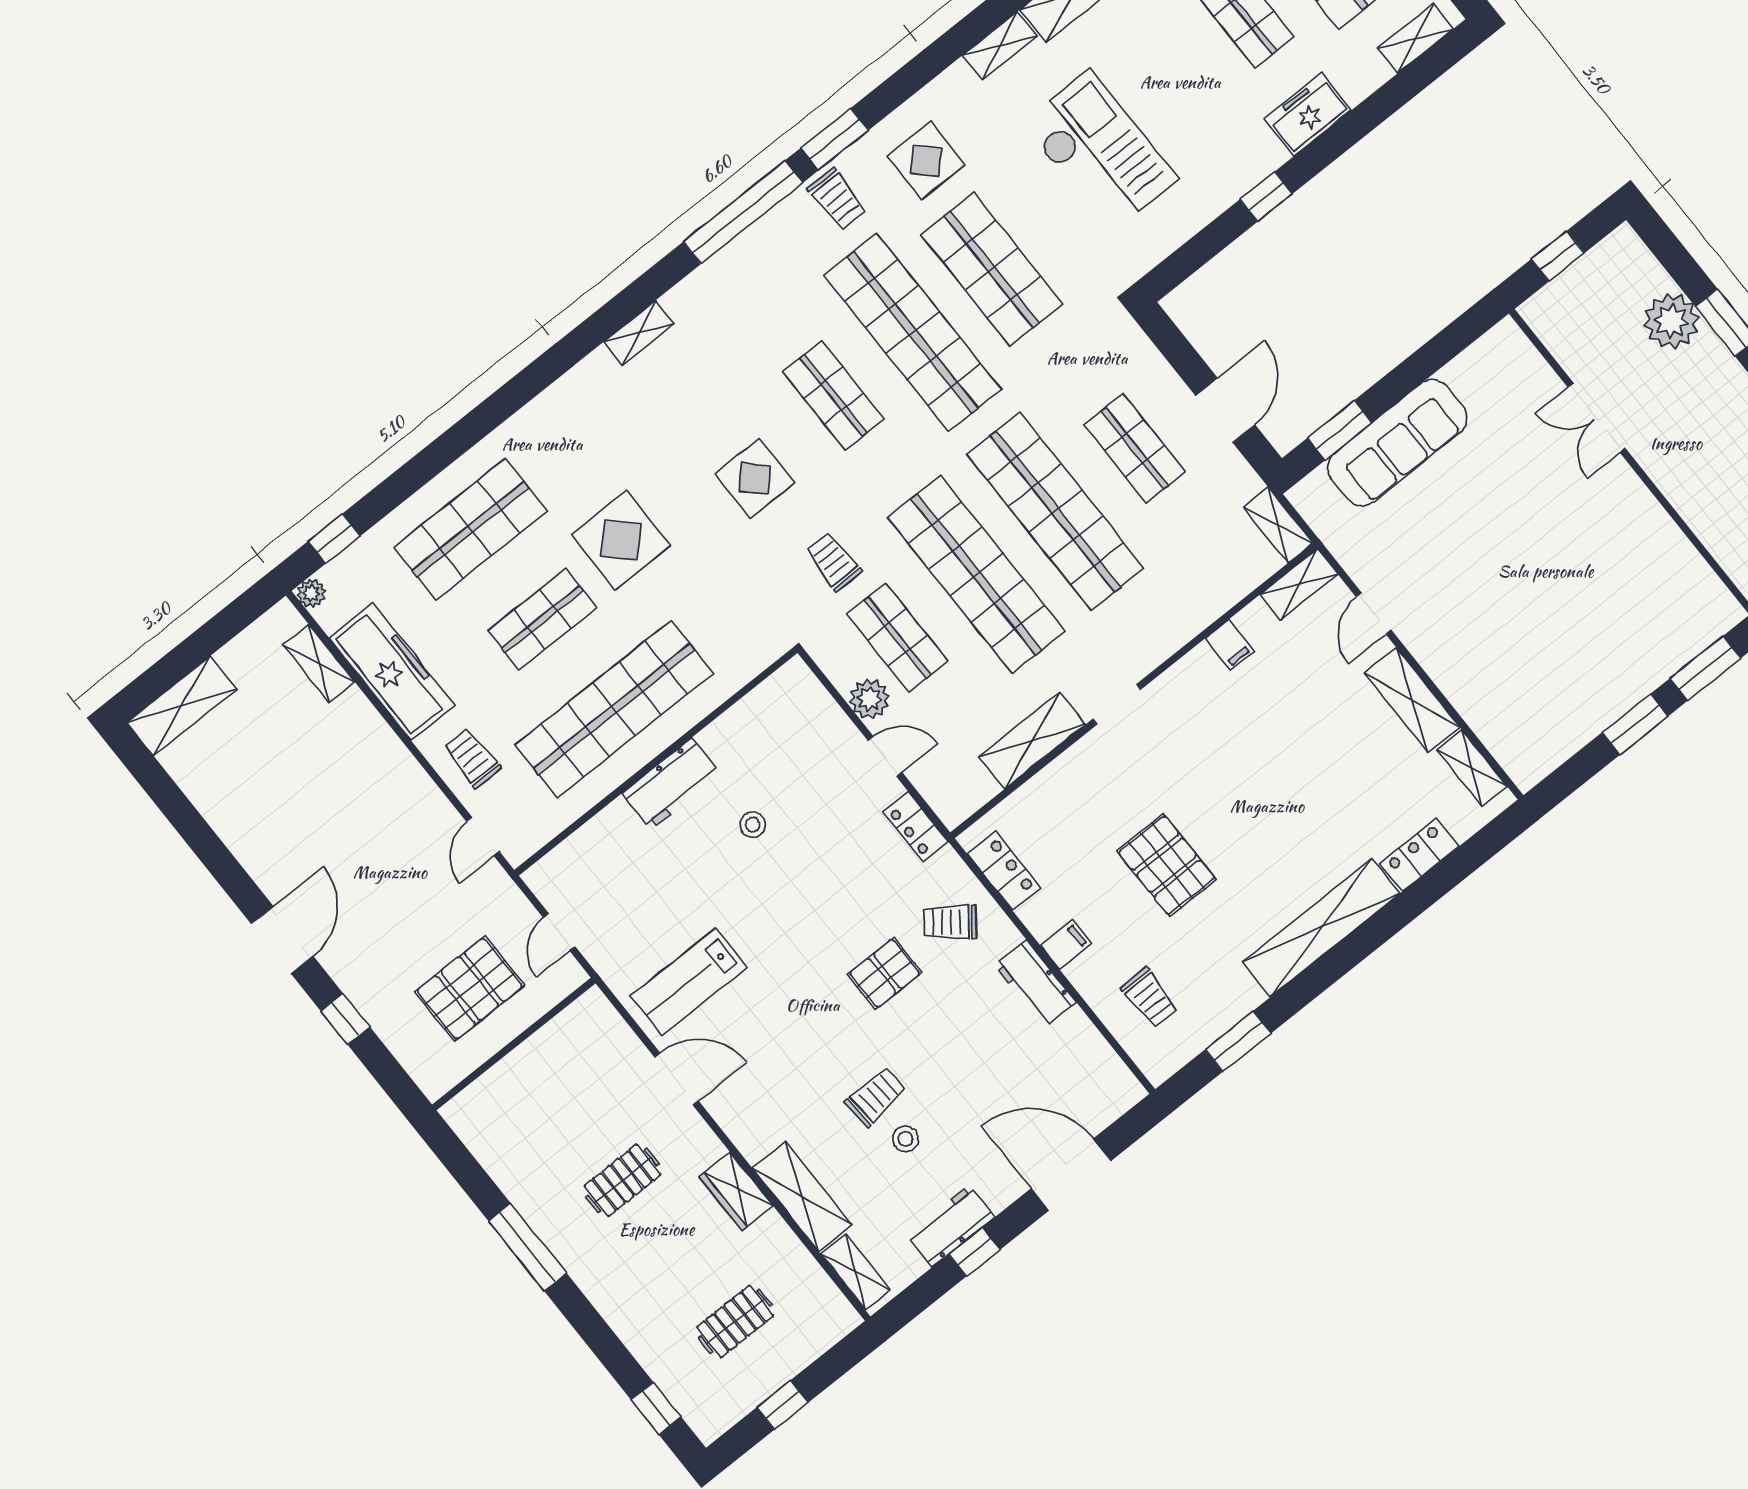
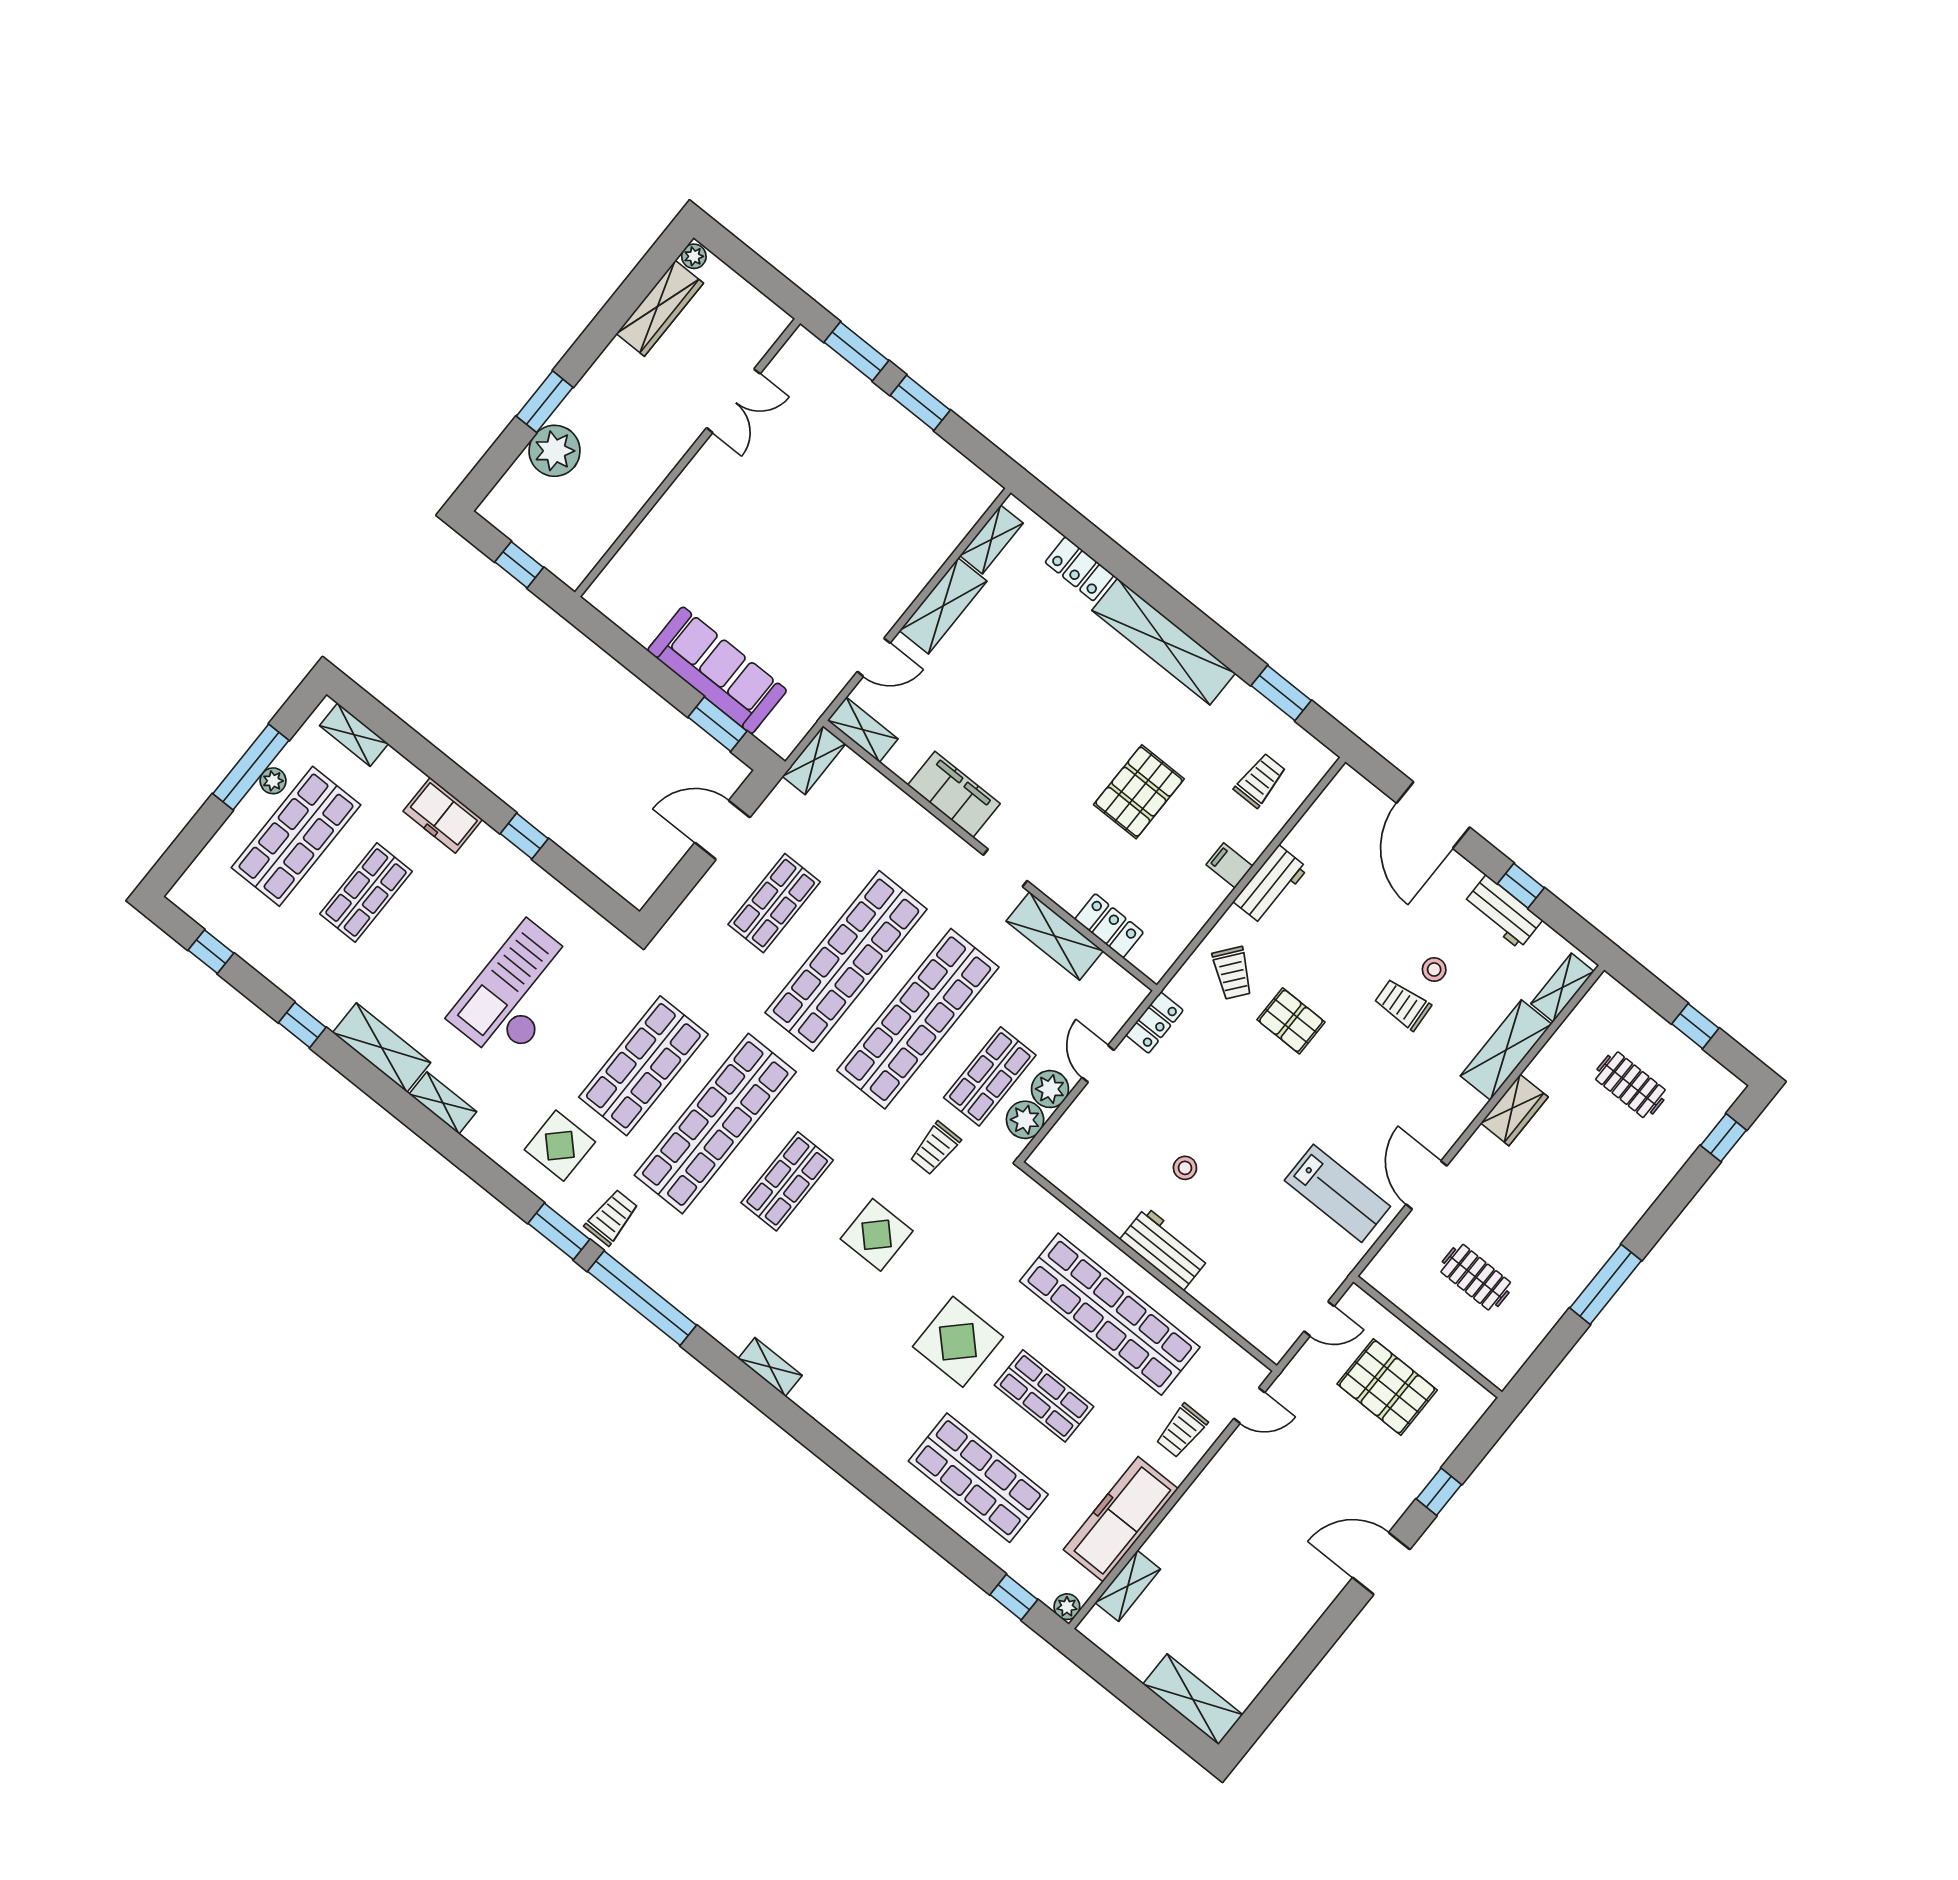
double door: (1597, 418) -> (733, 401), moved
filing cabinet: (1230, 645) -> (954, 794), width x3.00, depth x1.17
plant: (842, 665) -> (1025, 1120), added
locker: (1004, 871) -> (1109, 926), moved, turned 90
clothes rail: (623, 1180) -> (1476, 1277), moved

